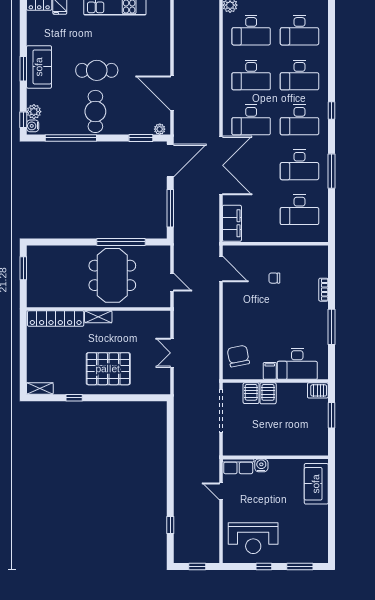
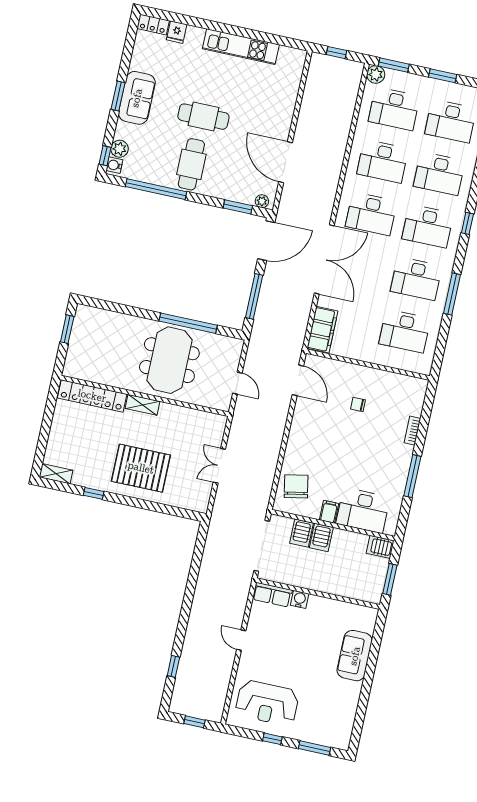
wall: (275, 457) -> (318, 593), moved
water cooler: (261, 465) -> (300, 599), moved
row of seats: (238, 466) -> (272, 595), moved

